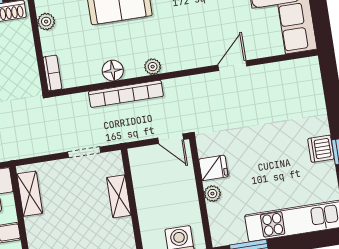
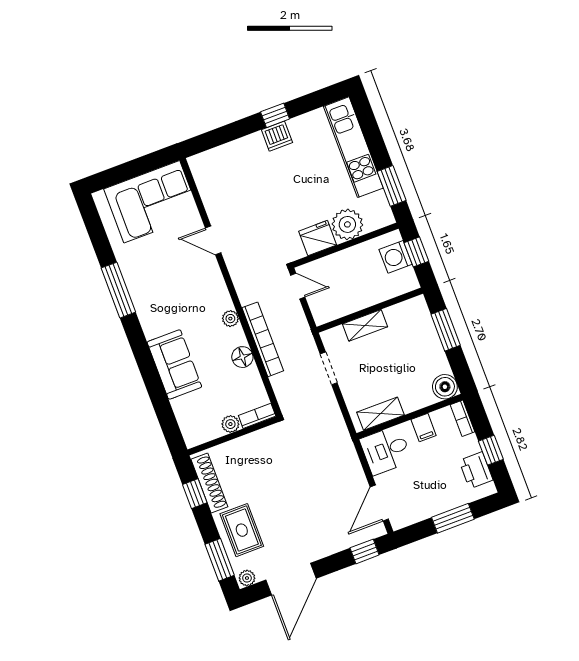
plant: (46, 22) -> (230, 424), moved
door: (171, 139) -> (298, 286), hinge flipped
fridge: (213, 168) -> (318, 238), width x1.38
plant: (212, 194) -> (347, 224), width x1.88, depth x1.88

